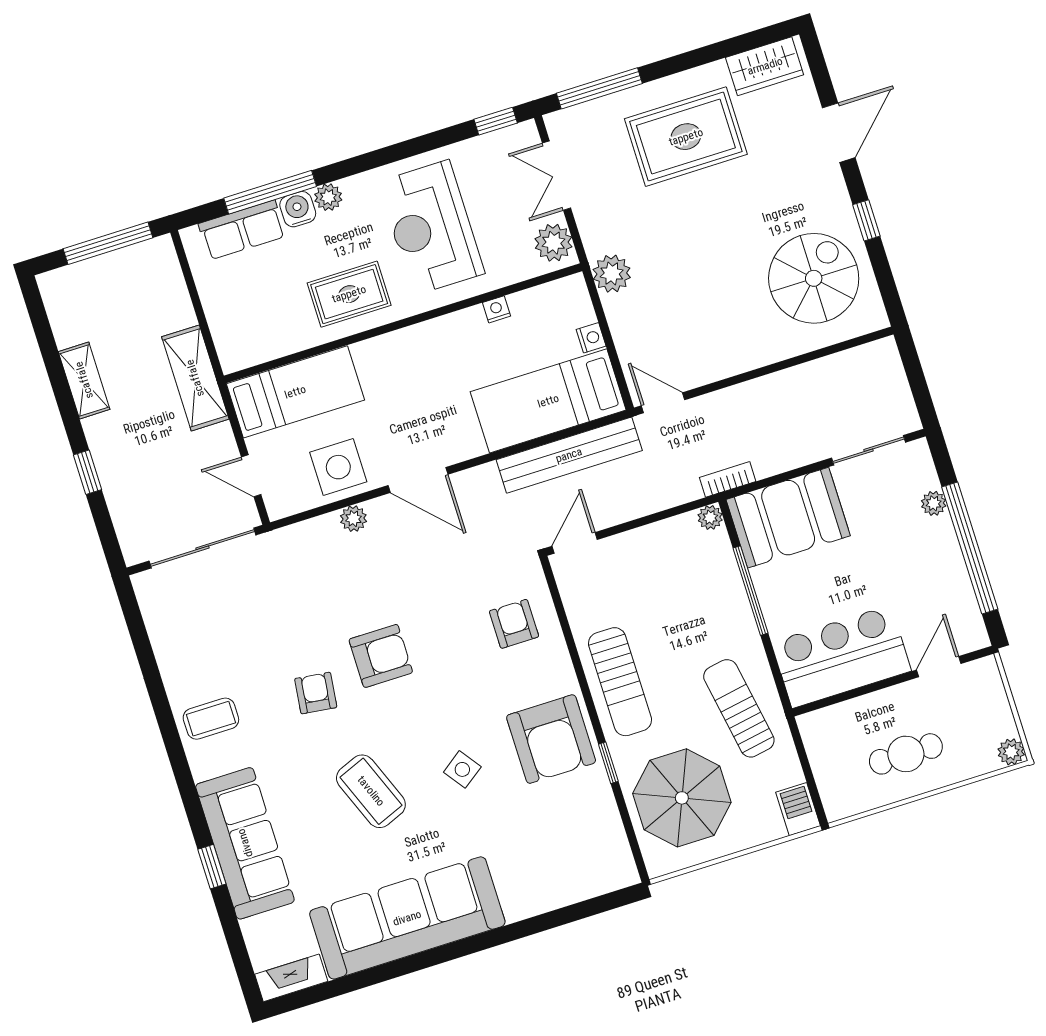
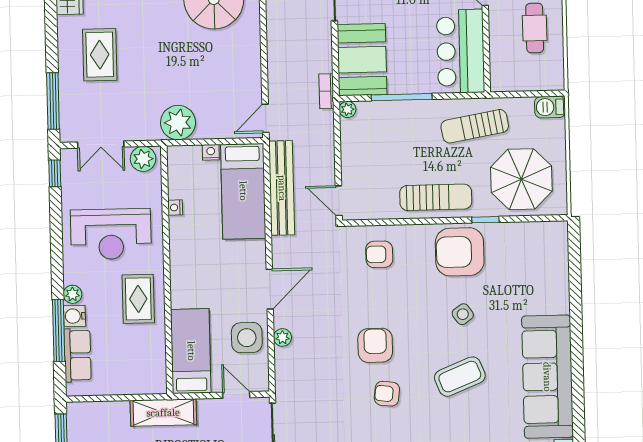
rug: (686, 137) -> (100, 55), width x0.73, depth x0.70
plant: (612, 274) -> (178, 123), width x1.36, depth x1.36
door: (251, 476) -> (236, 395), swing flipped
armchair: (551, 739) -> (460, 252), turned 180

